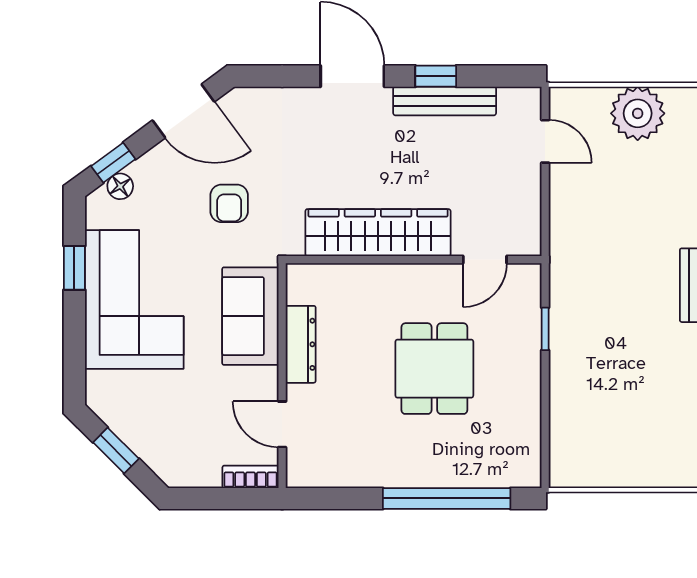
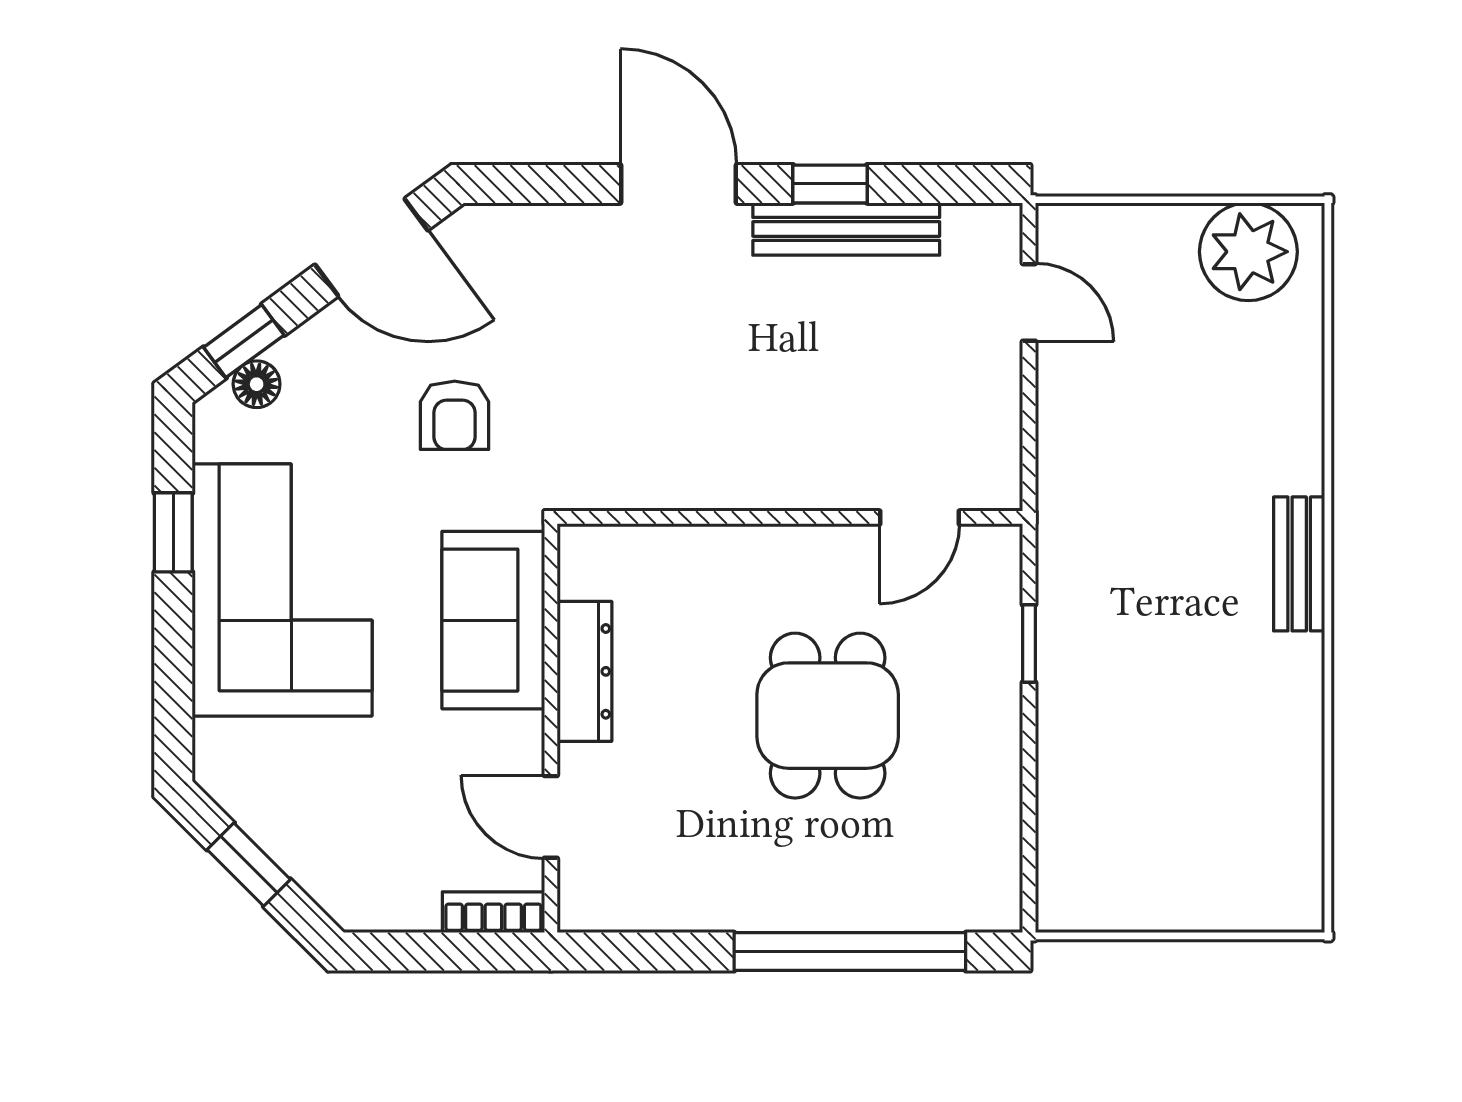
plant: (638, 113) -> (1248, 252), moved
wardrobe: (378, 233) -> (725, 468), removed

